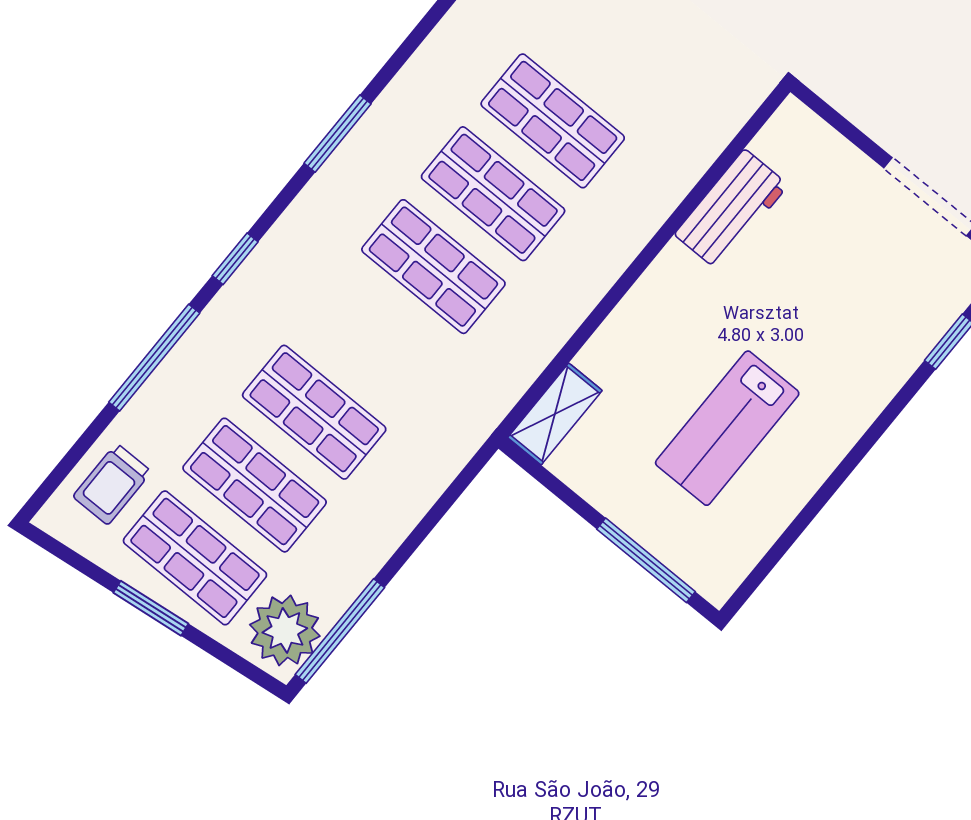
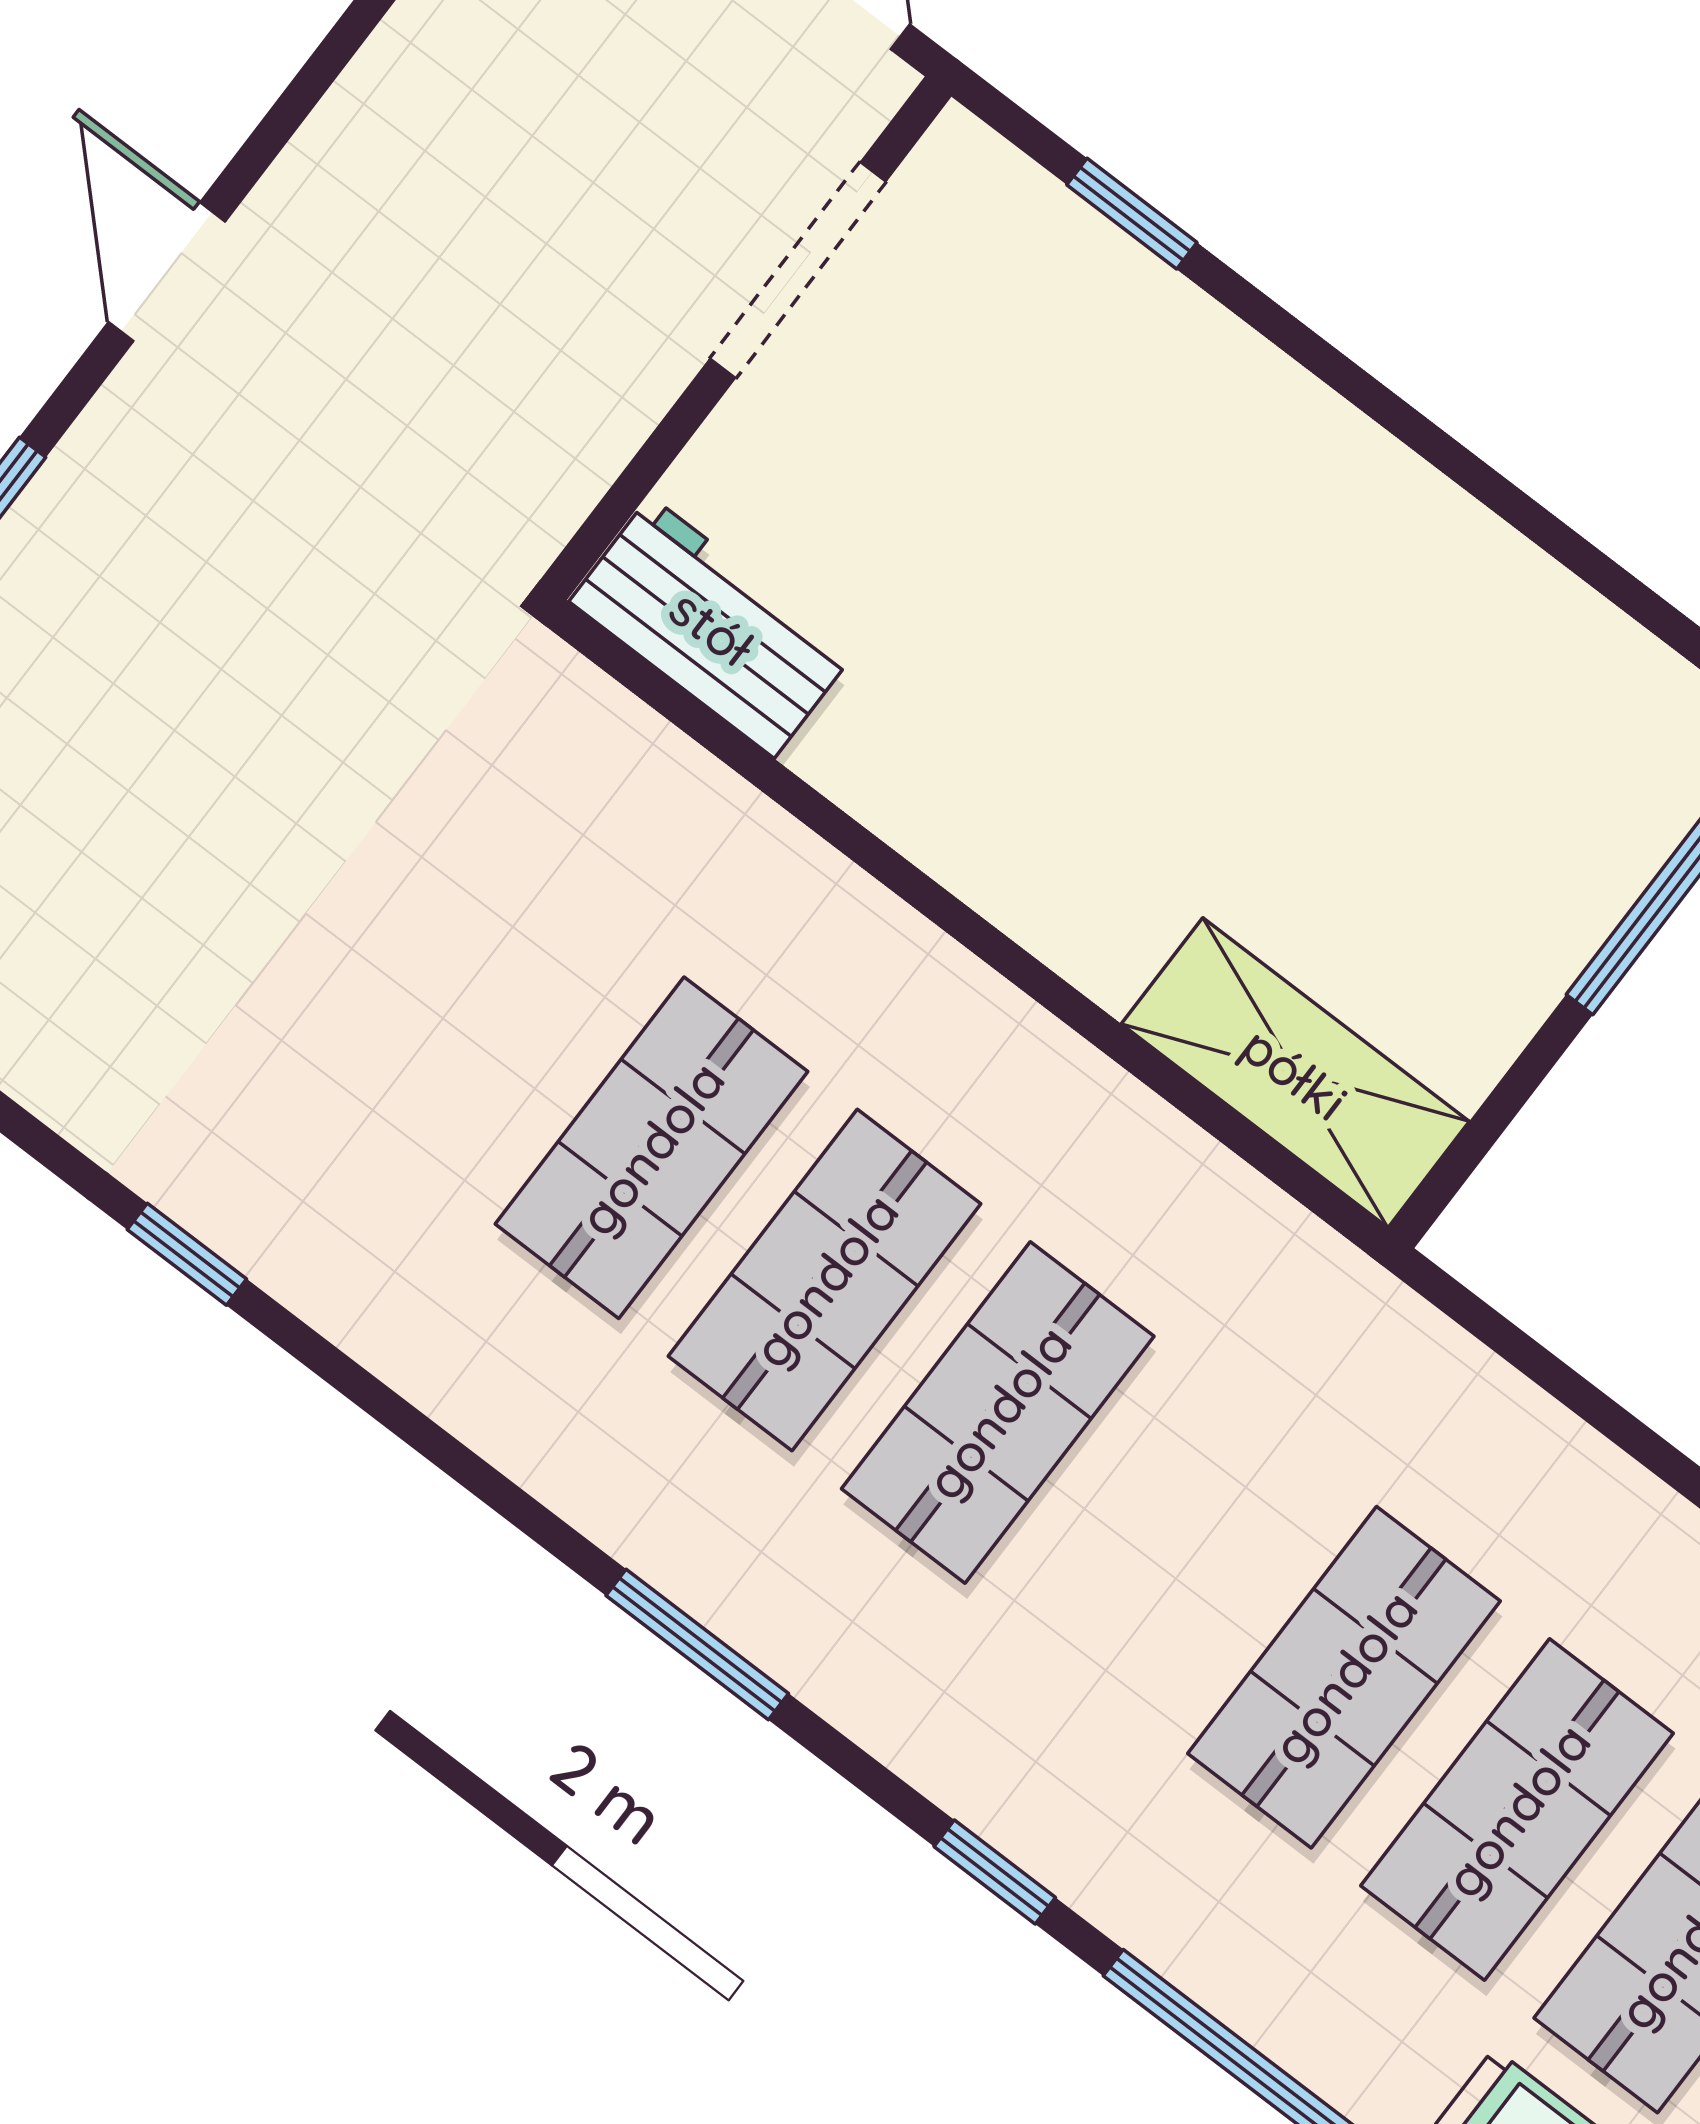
workbench: (731, 210) -> (712, 627), moved
shelving: (555, 414) -> (1295, 1073), width x1.50, depth x1.33
lab bench: (727, 428) -> (1349, 720), removed

